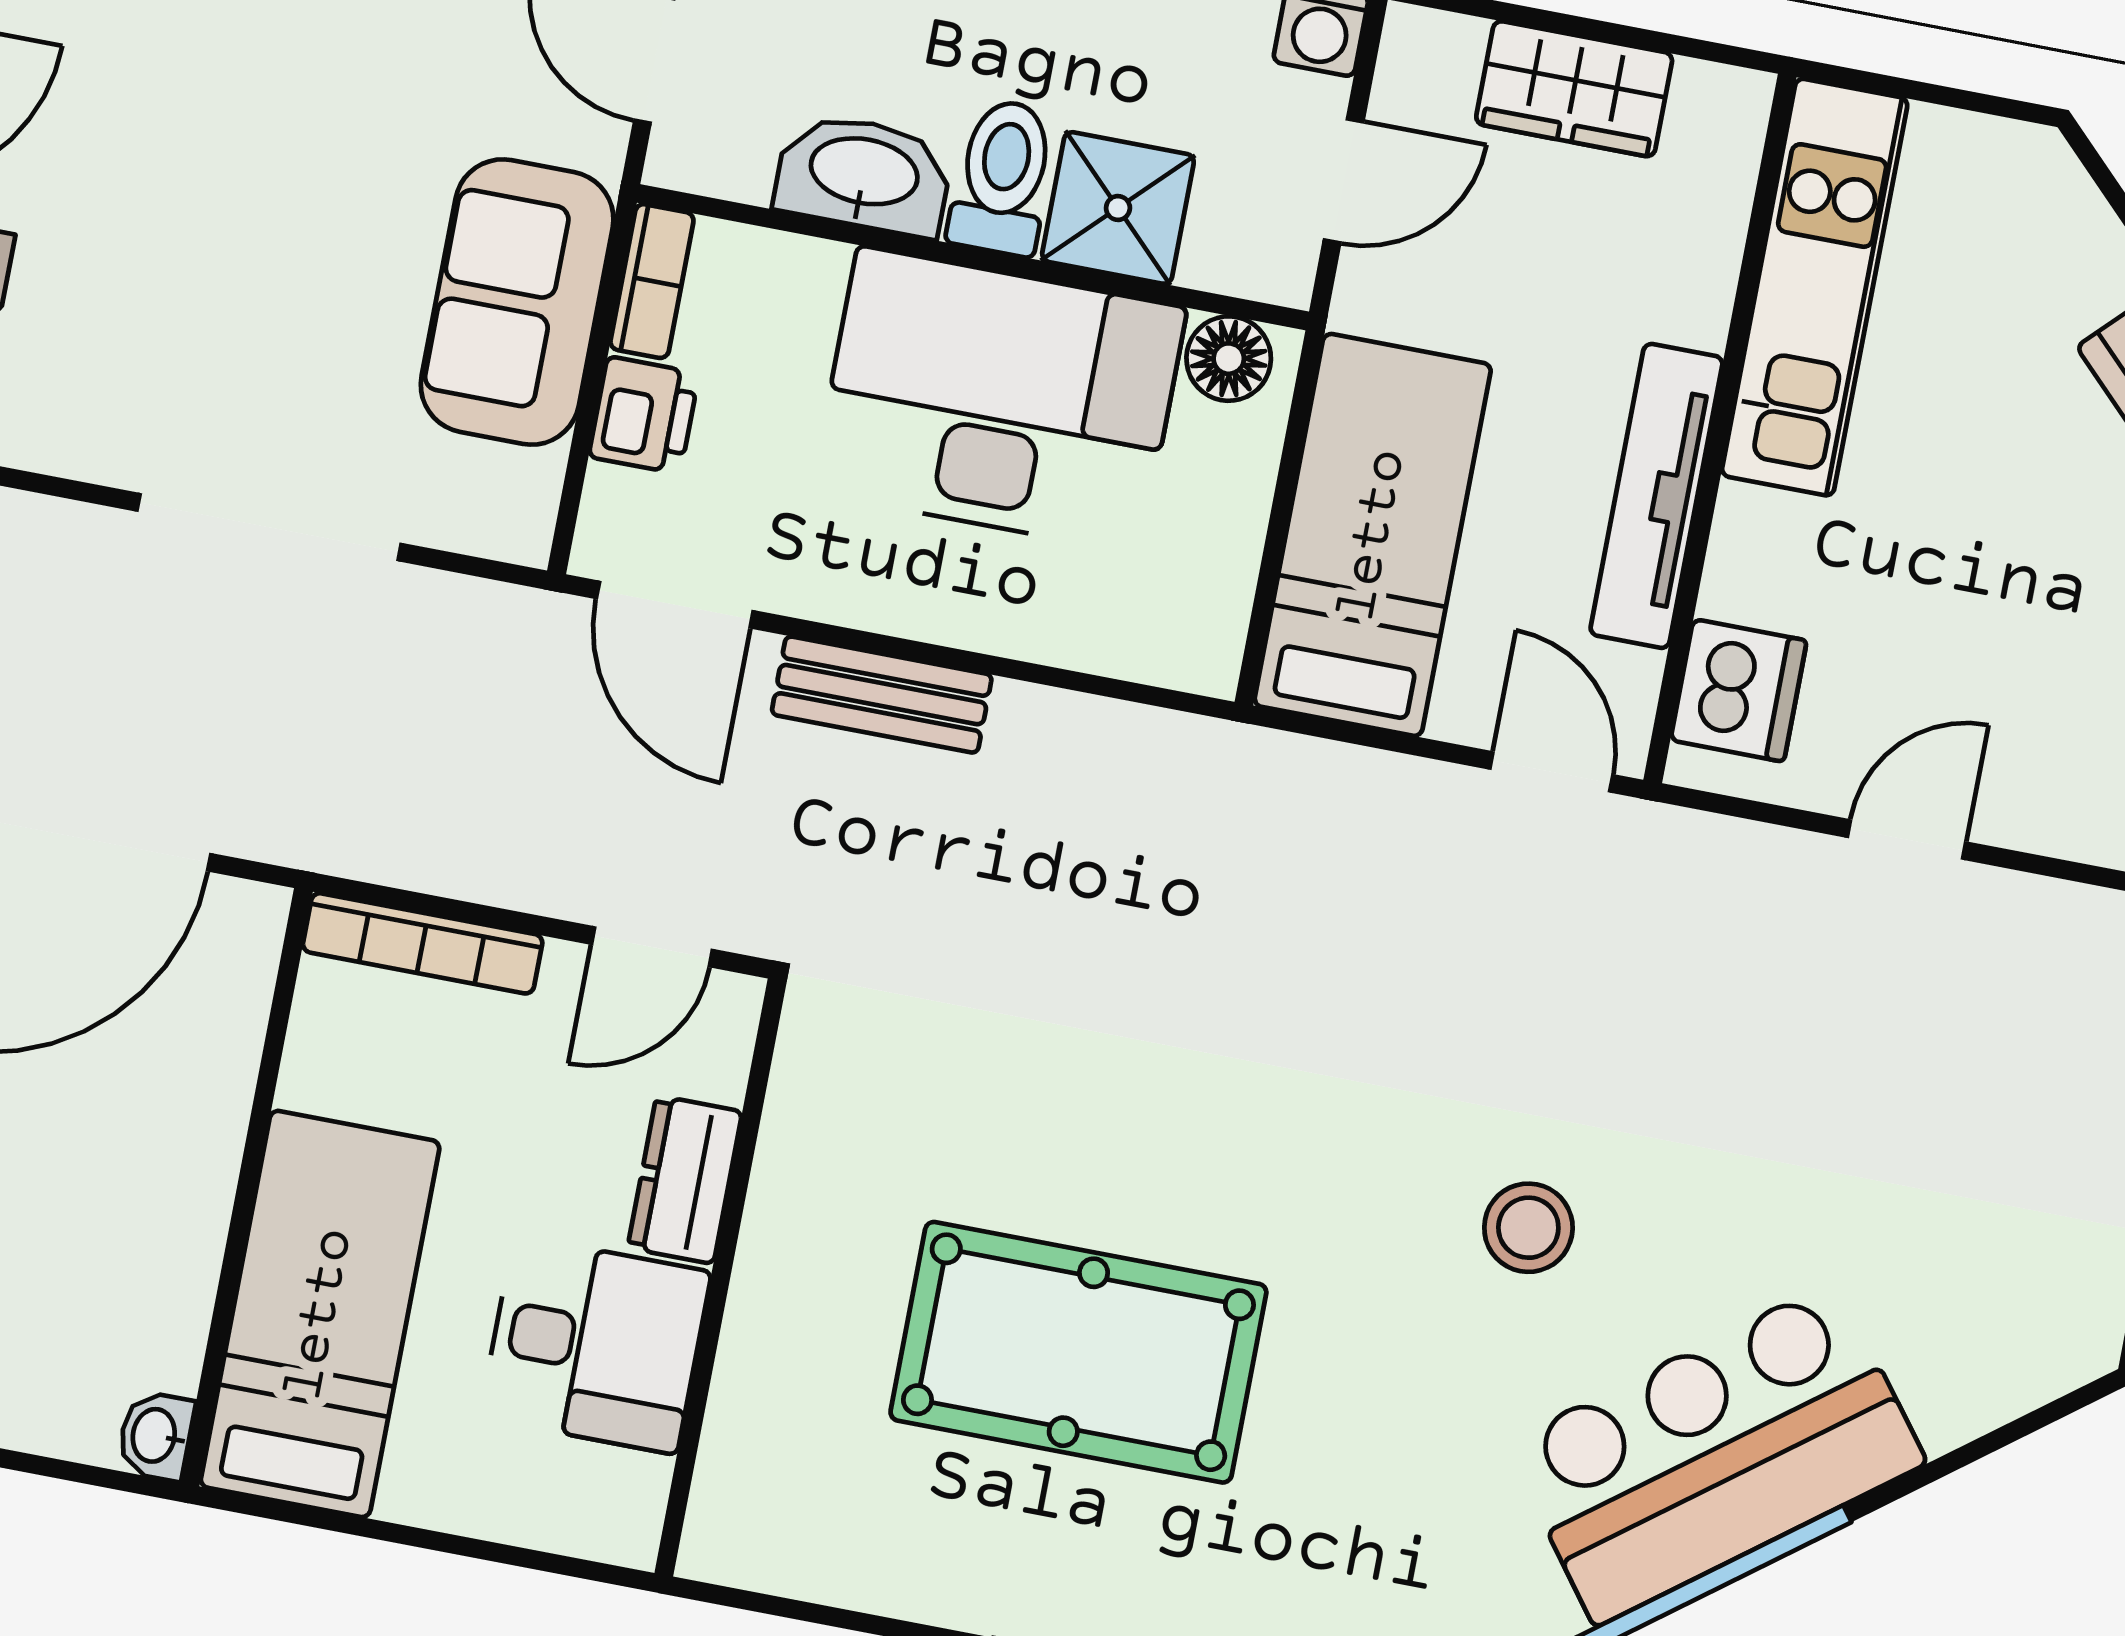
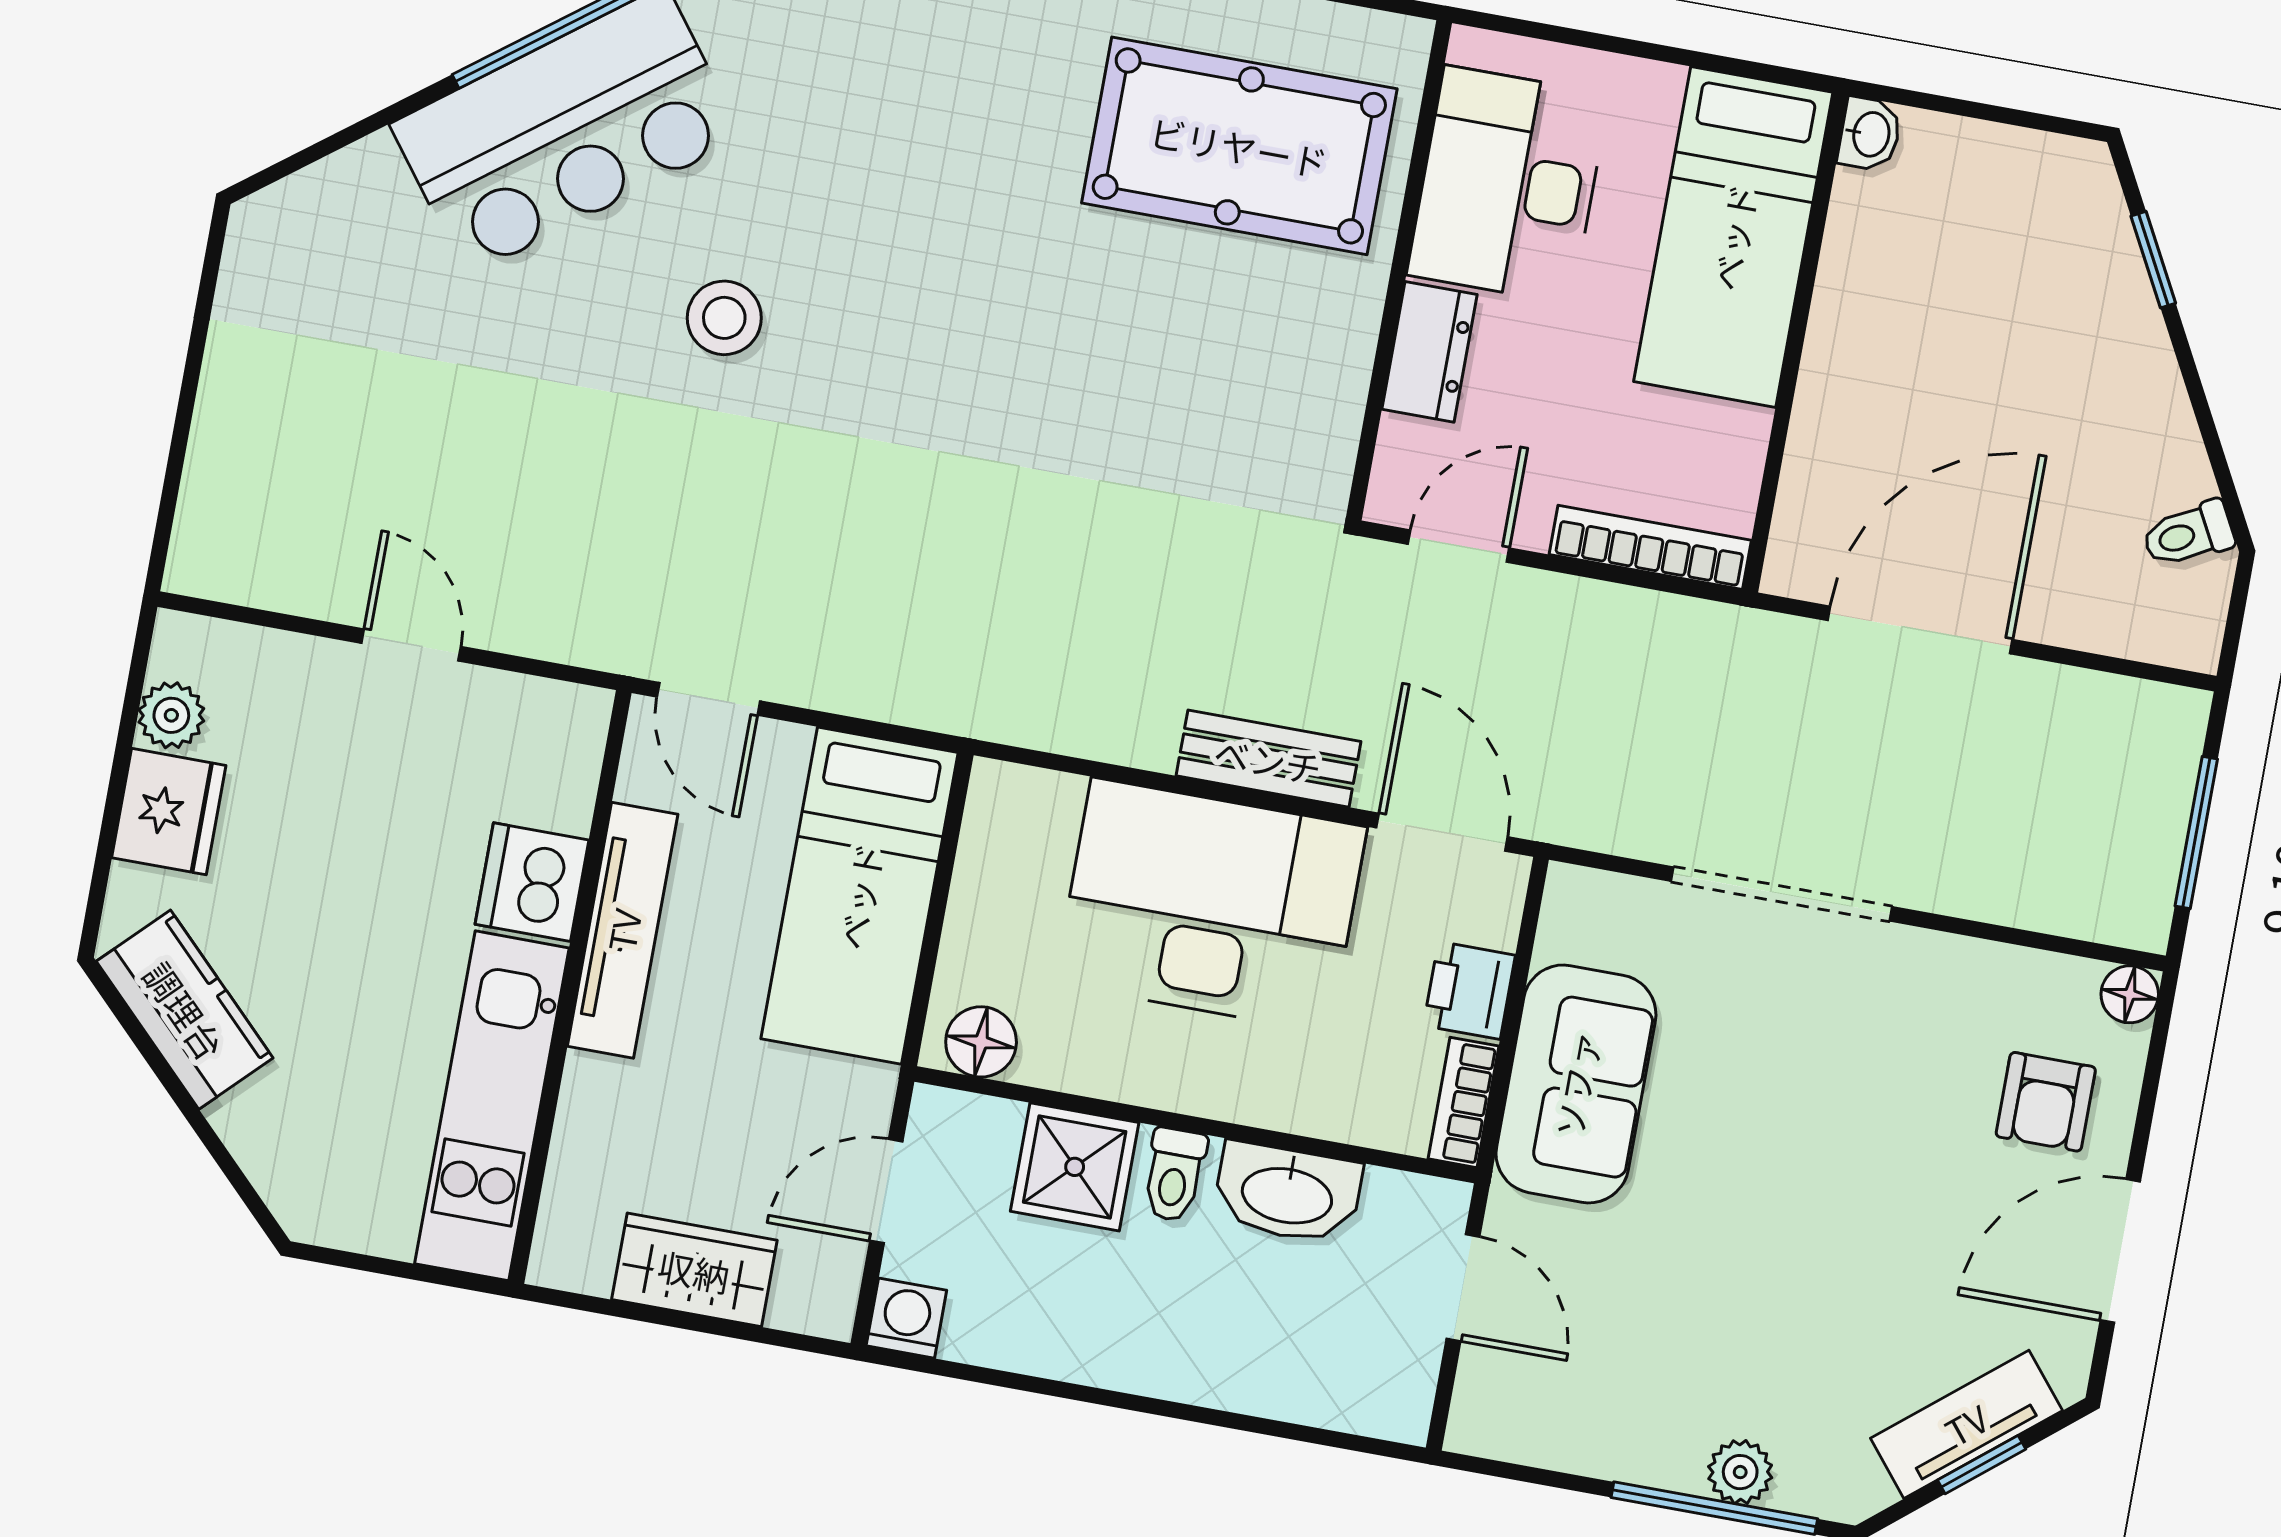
toilet: (1003, 177) -> (1174, 1175), width x0.73, depth x0.72
desk: (999, 400) -> (1211, 905), moved, turned 180
dishwasher: (1739, 690) -> (532, 882), moved
door: (1907, 840) -> (411, 645), swing flipped
desk: (596, 1345) -> (1508, 185), width x1.37
pool table: (1078, 1352) -> (1239, 146), moved

